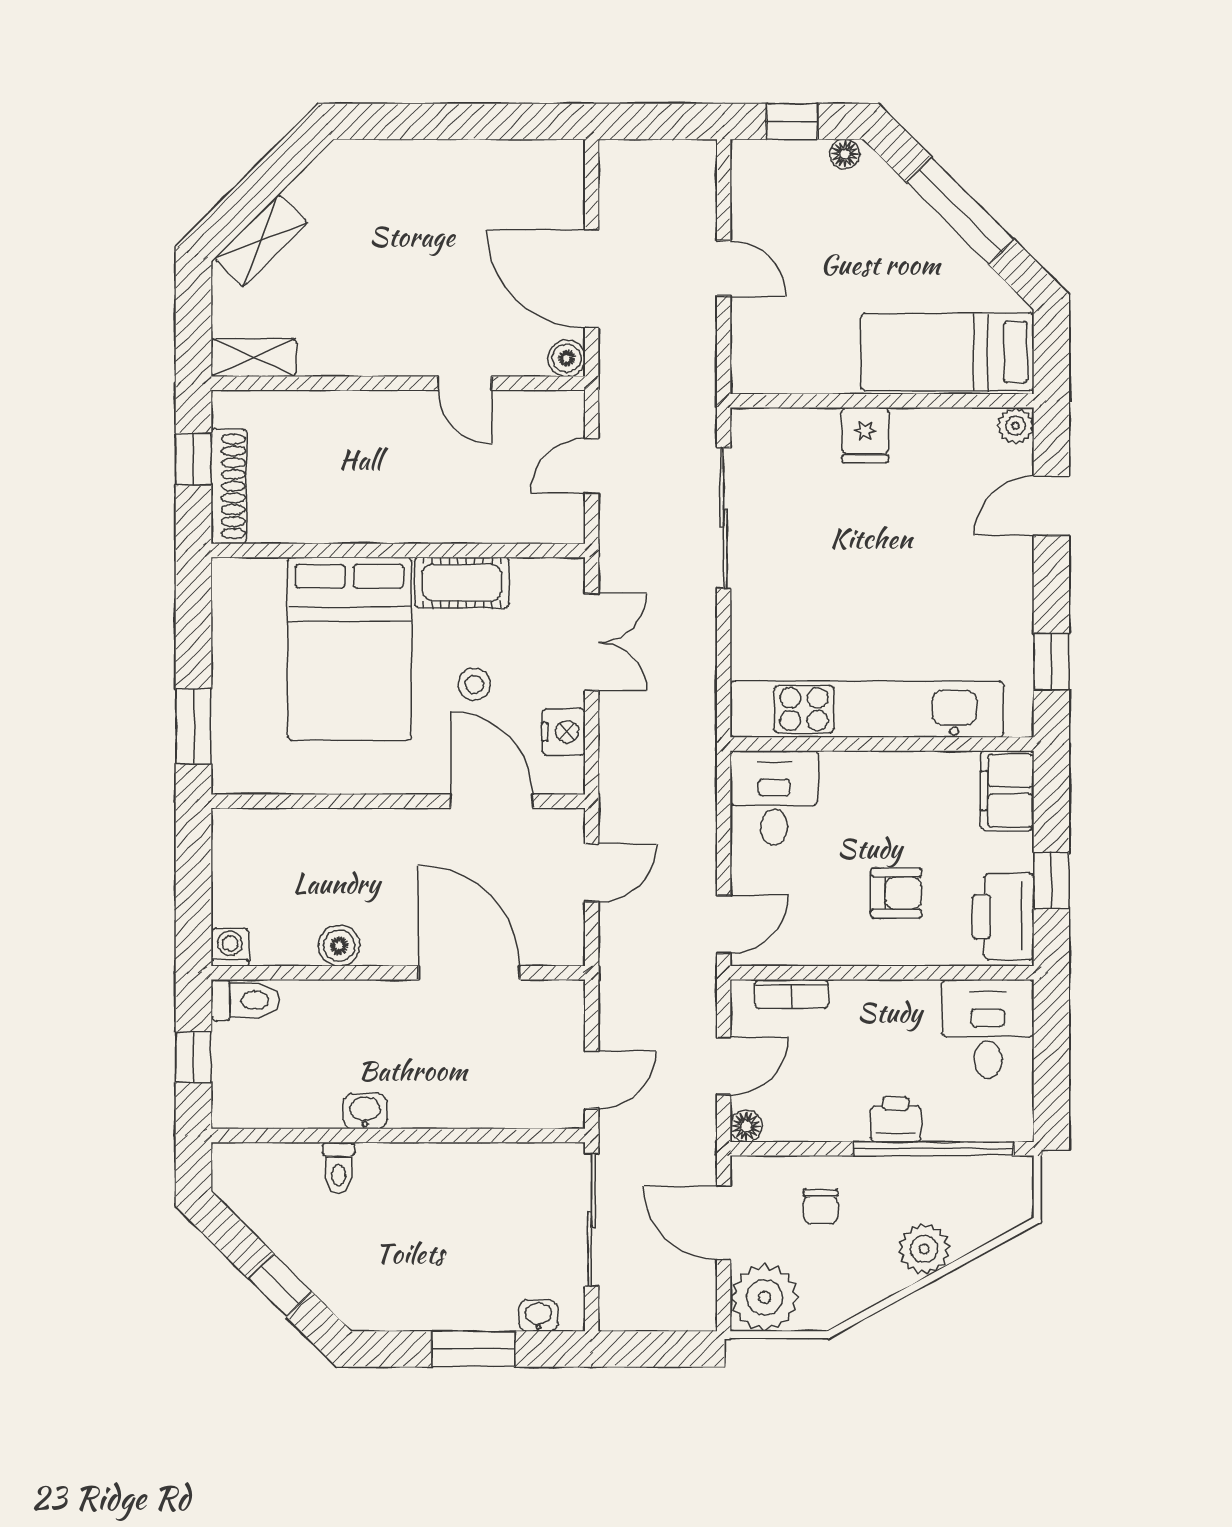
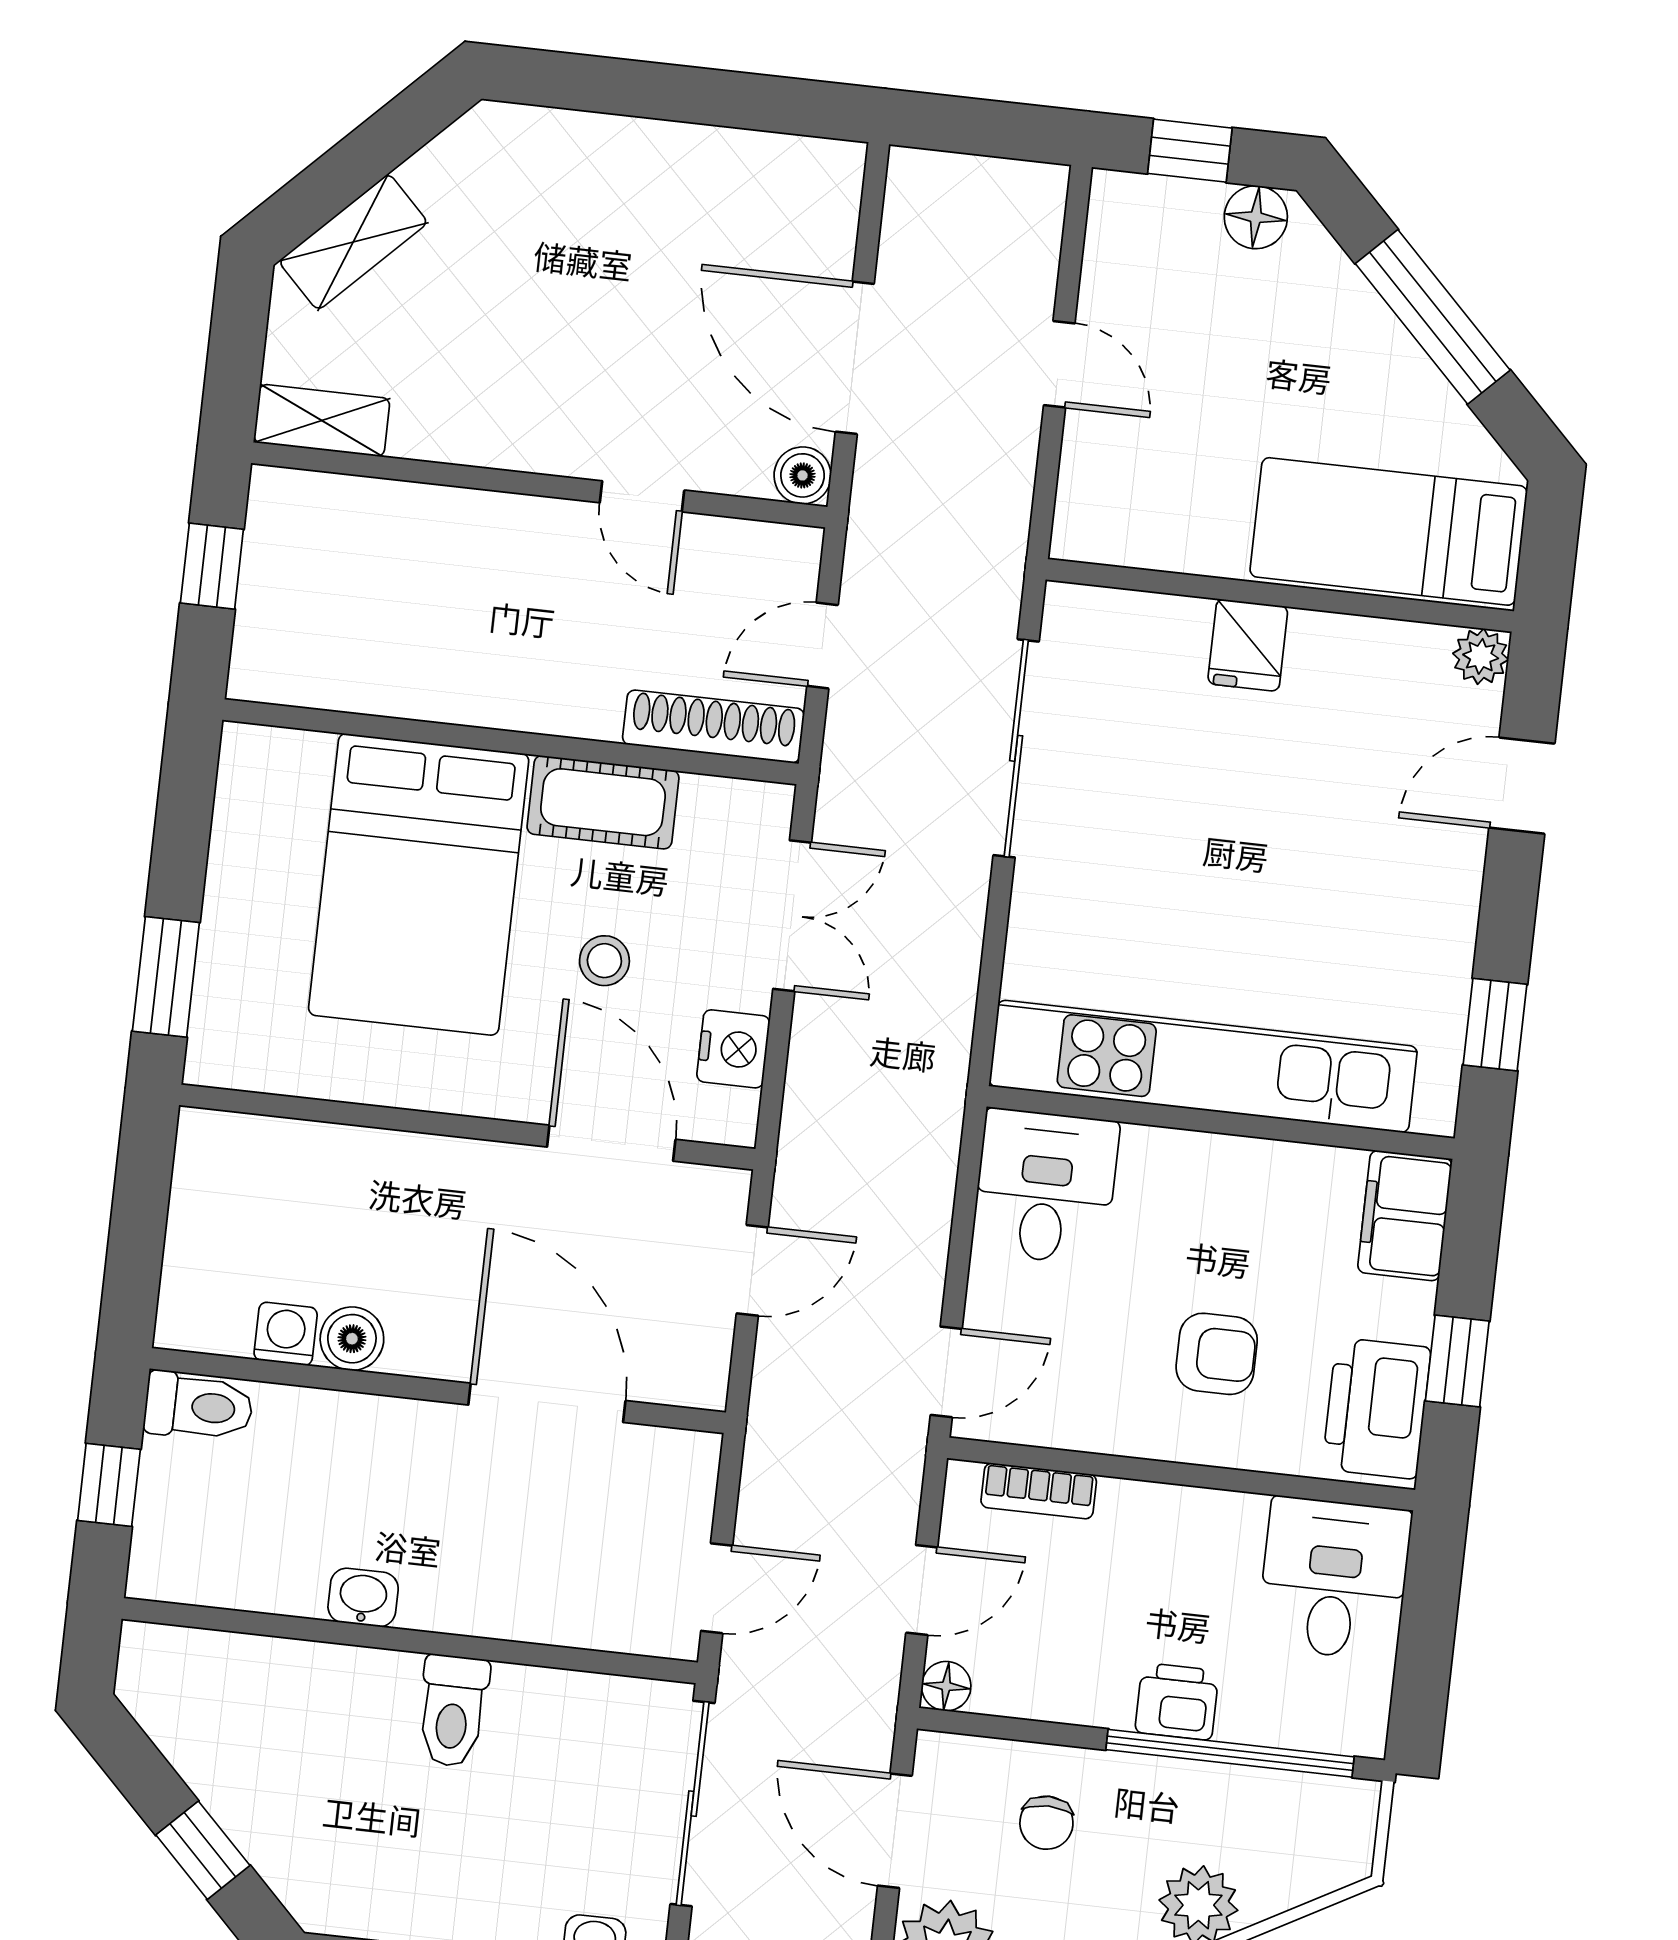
floor lamp: (845, 154) -> (1256, 217), width x1.37, depth x1.37
shoe rack: (229, 486) -> (713, 727), moved, turned -90
washing machine: (230, 947) -> (286, 1334), moved
toilet: (339, 1168) -> (453, 1711), moved, width x1.37, depth x1.39

